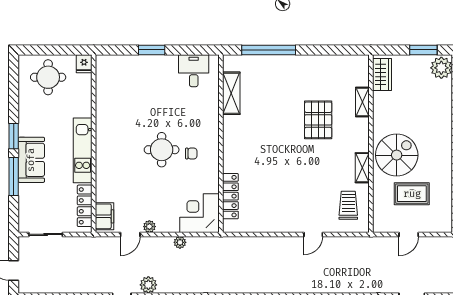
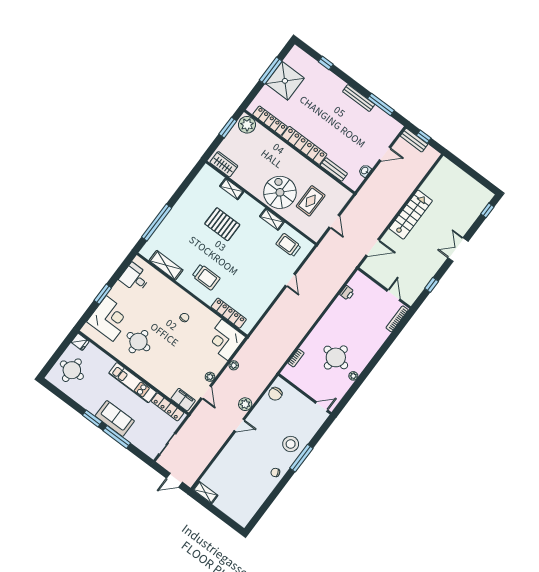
corner desk: (132, 76) -> (110, 318), added
trolley: (250, 144) -> (206, 277), added
round table: (162, 150) -> (138, 342), moved

